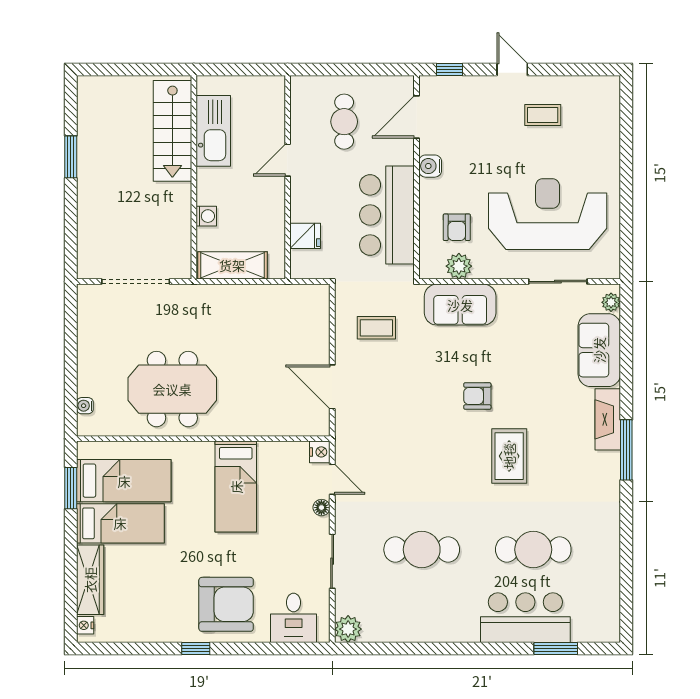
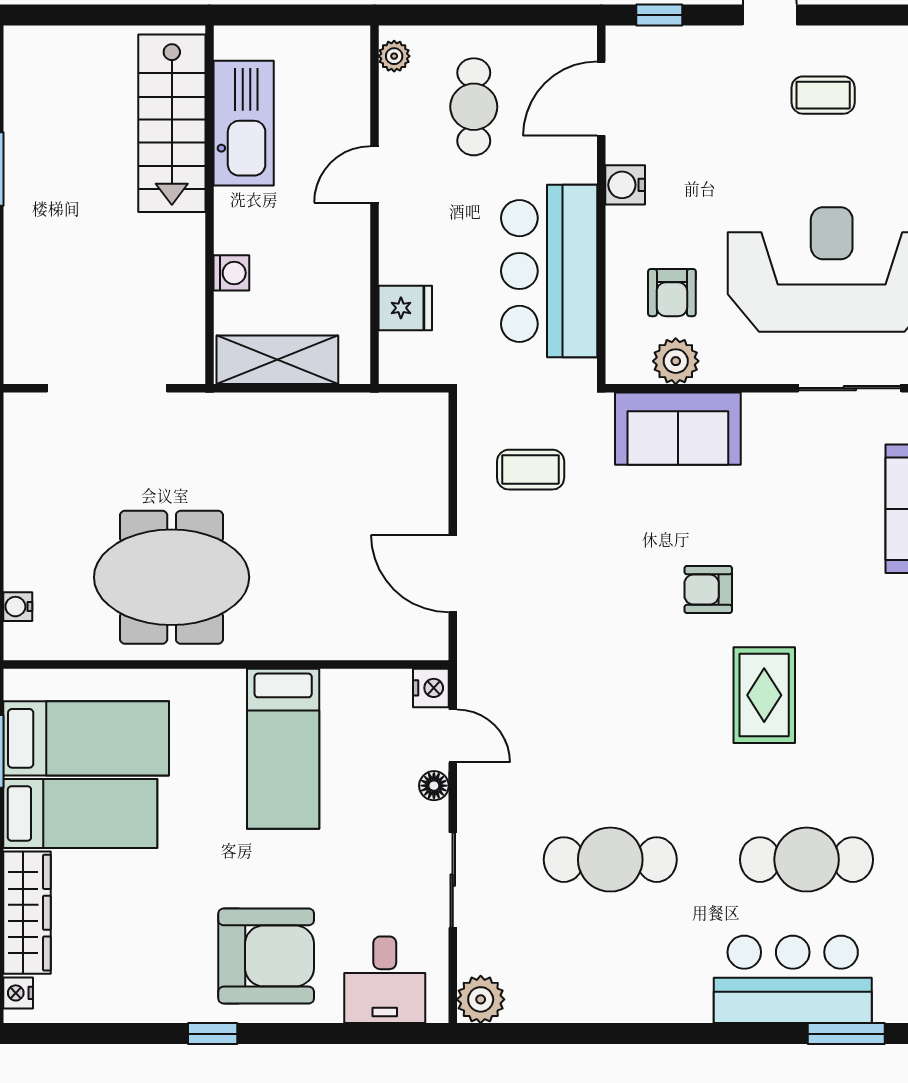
plant: (299, 93) -> (394, 56), added

